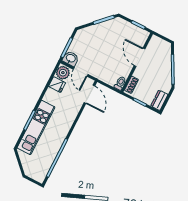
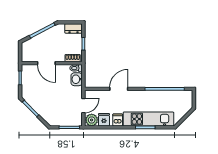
door: (140, 57) -> (46, 63), hinge flipped
washbasin: (71, 59) -> (77, 79), moved
door: (89, 94) -> (119, 89), moved
dishwasher: (50, 98) -> (118, 120), added

